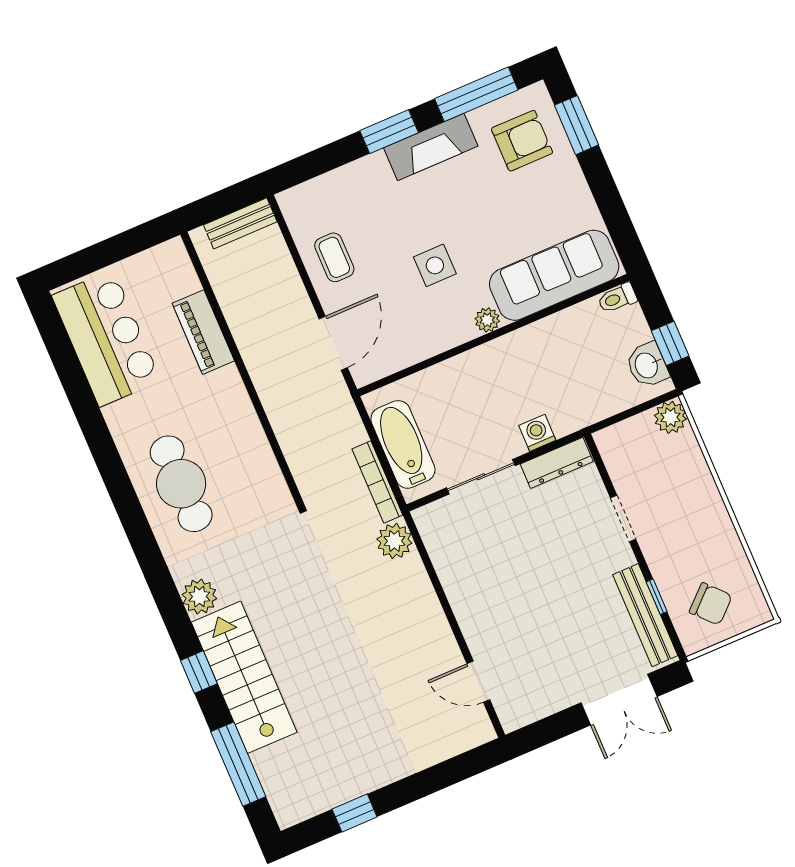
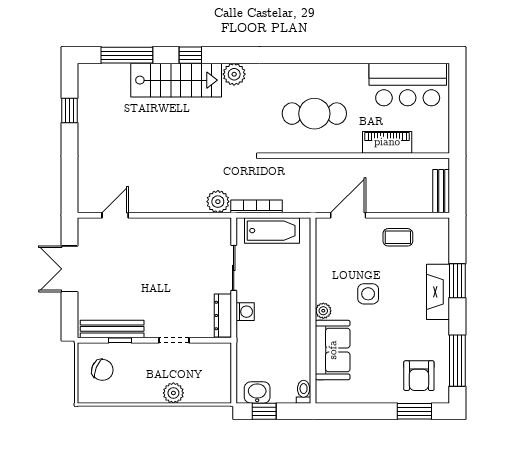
window: (389, 132) -> (457, 281), moved
fireplace: (431, 147) -> (438, 292), moved
sofa: (554, 275) -> (333, 350), width x0.73
door: (333, 343) -> (348, 215), swing flipped
plant: (670, 417) -> (173, 393), moved
cafe table: (181, 484) -> (314, 114), moved
chair: (711, 604) -> (102, 370), turned -114
double door: (619, 700) -> (69, 269), moved

